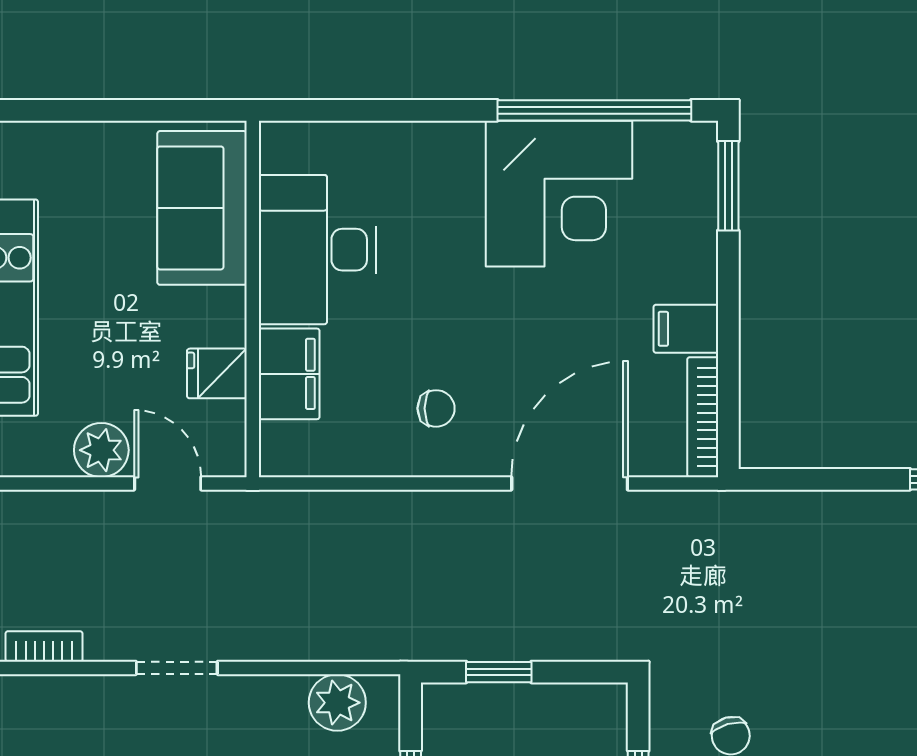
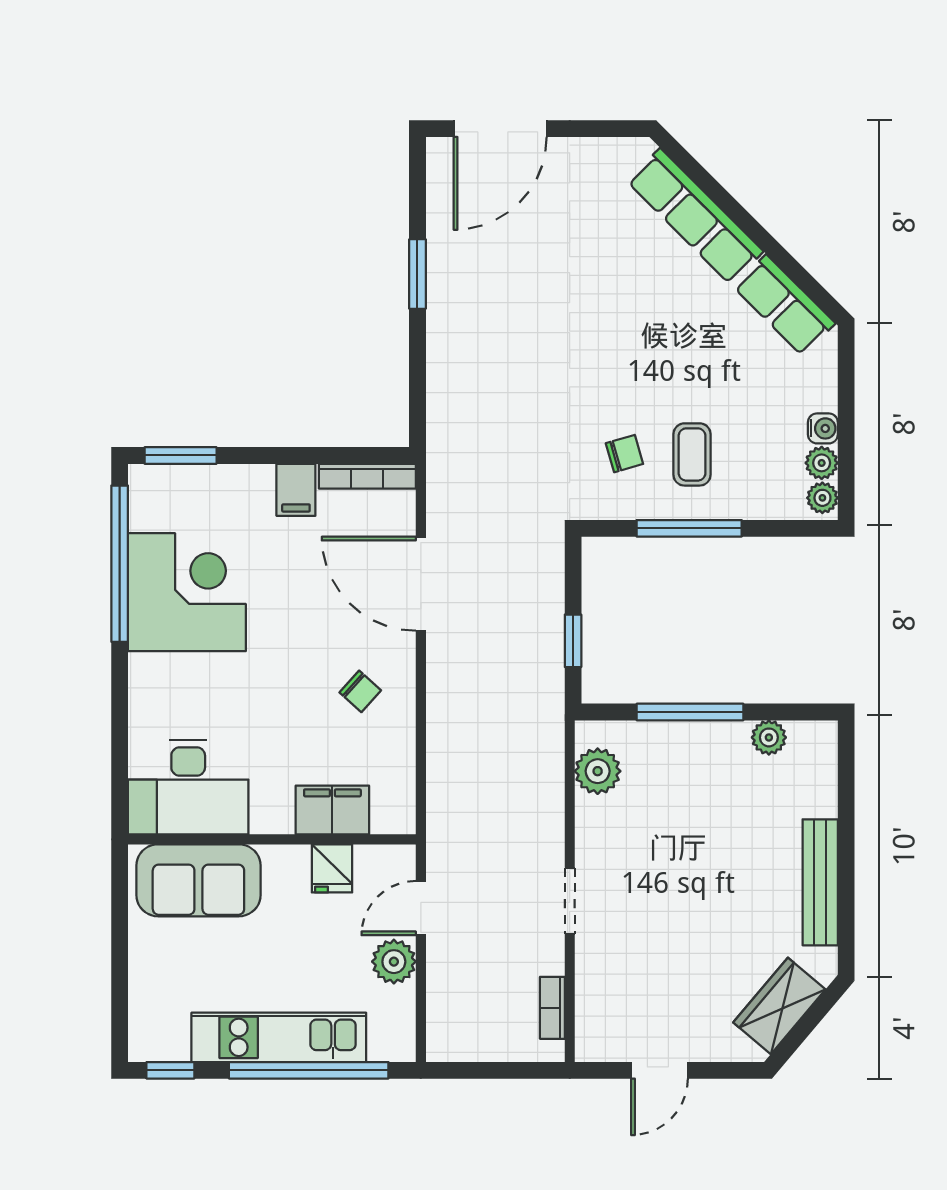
desk: (318, 250) -> (188, 787), moved
chair: (436, 408) -> (360, 691), turned 132

